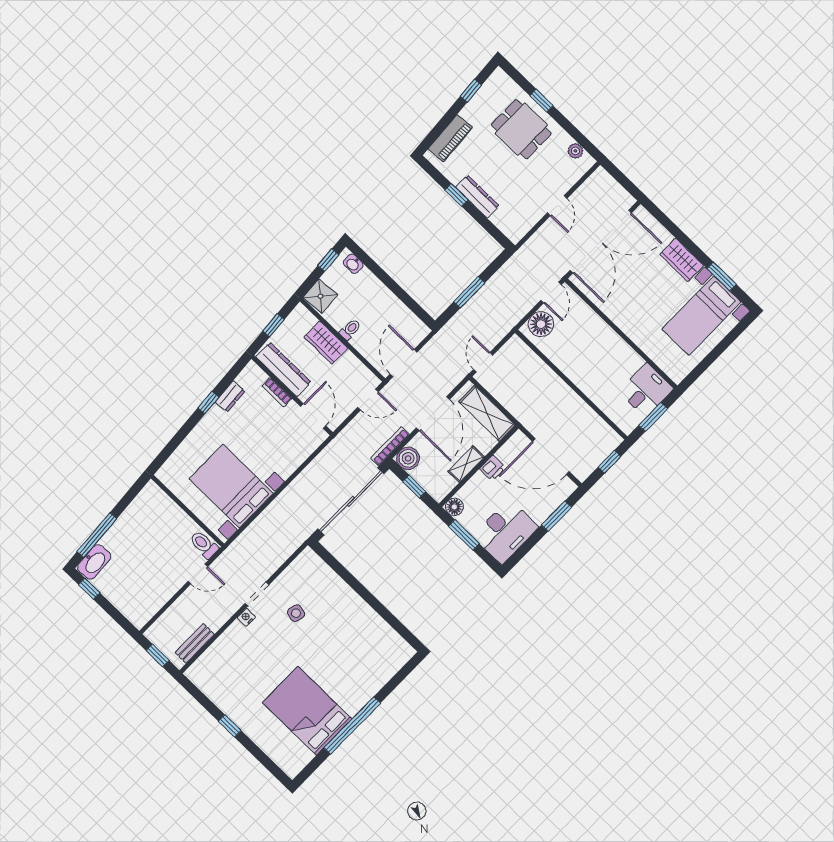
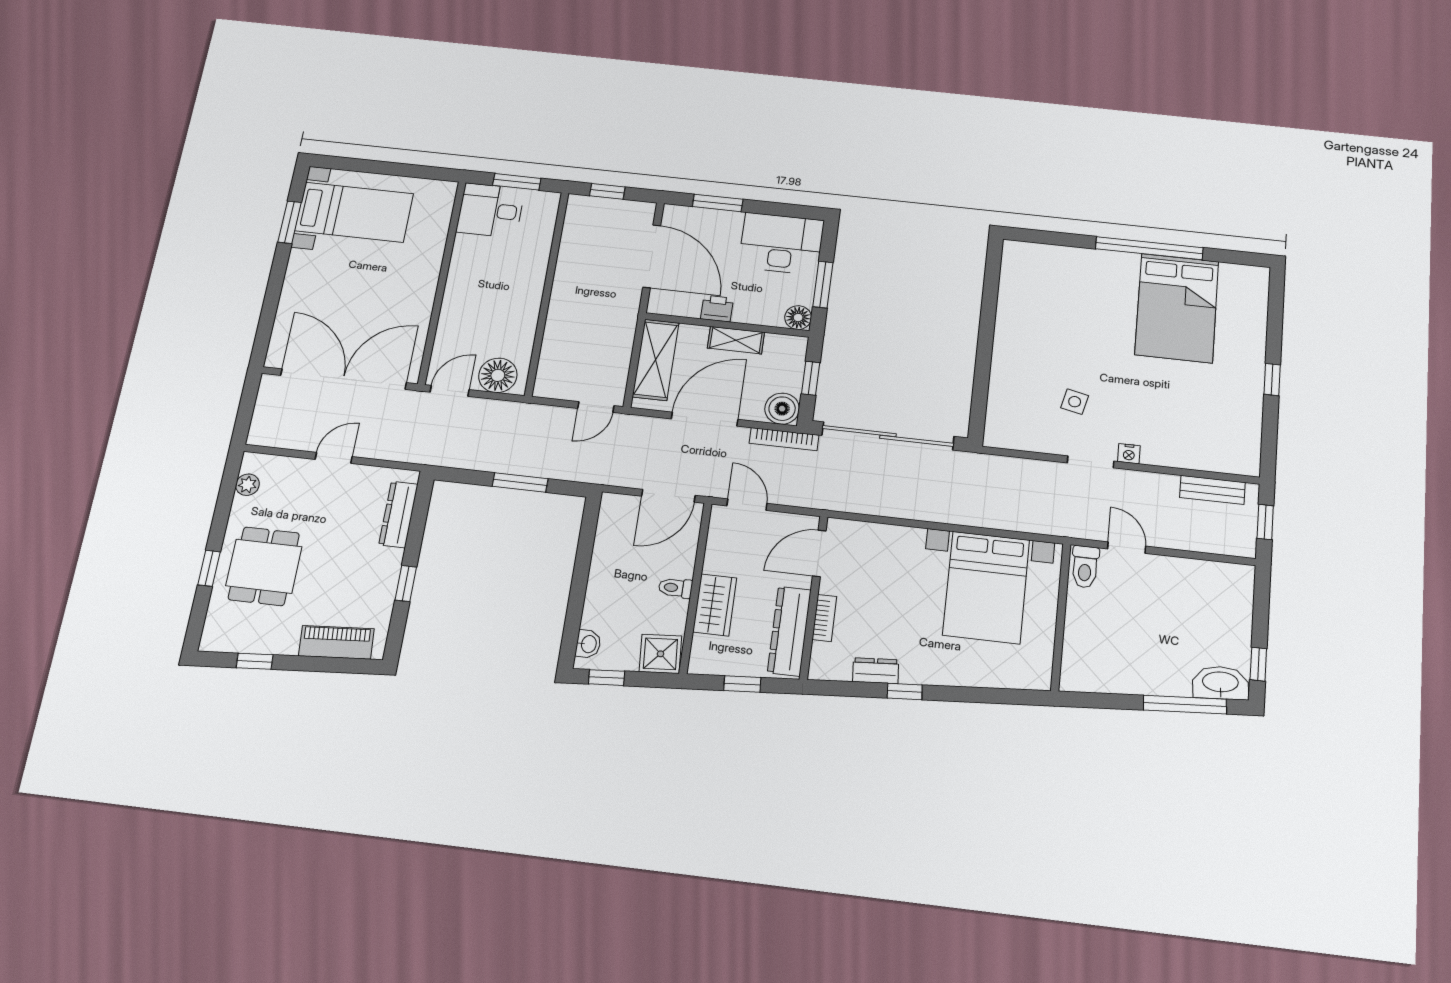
dresser: (477, 197) -> (398, 514), moved
wardrobe: (682, 260) -> (301, 277), removed

